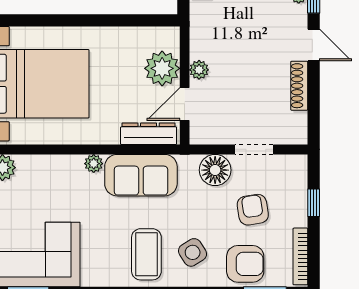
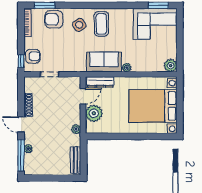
plant: (199, 70) -> (76, 129), moved
floor lamp: (215, 170) -> (68, 64), removed
window: (314, 203) -> (21, 61), moved
armchair: (253, 210) -> (33, 56), moved, turned -81

